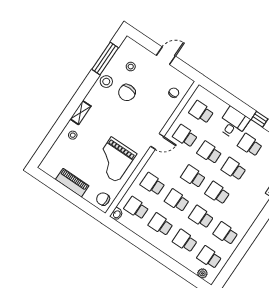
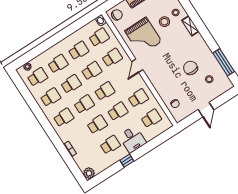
stool: (106, 82) -> (164, 22), moved
door: (157, 141) -> (137, 66), moved
grand piano: (114, 160) -> (143, 36), turned 180
school desk: (242, 209) -> (64, 118), added

